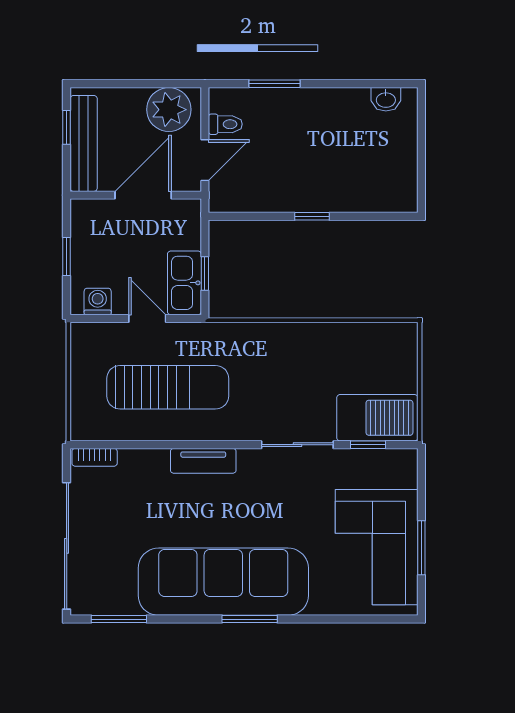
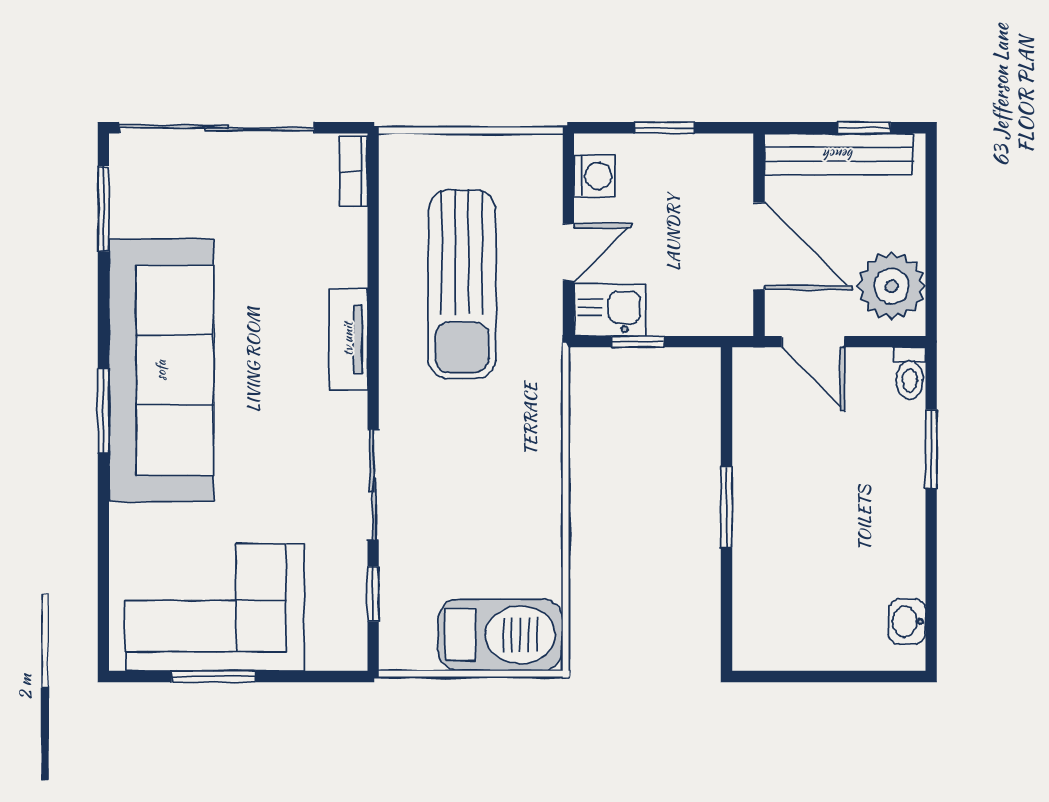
toilet: (225, 124) -> (910, 373), moved
window: (312, 216) -> (727, 507), width x1.50
kitchen sink: (184, 283) -> (610, 310), width x0.73
barbecue: (377, 418) -> (500, 635), moved, turned -90

